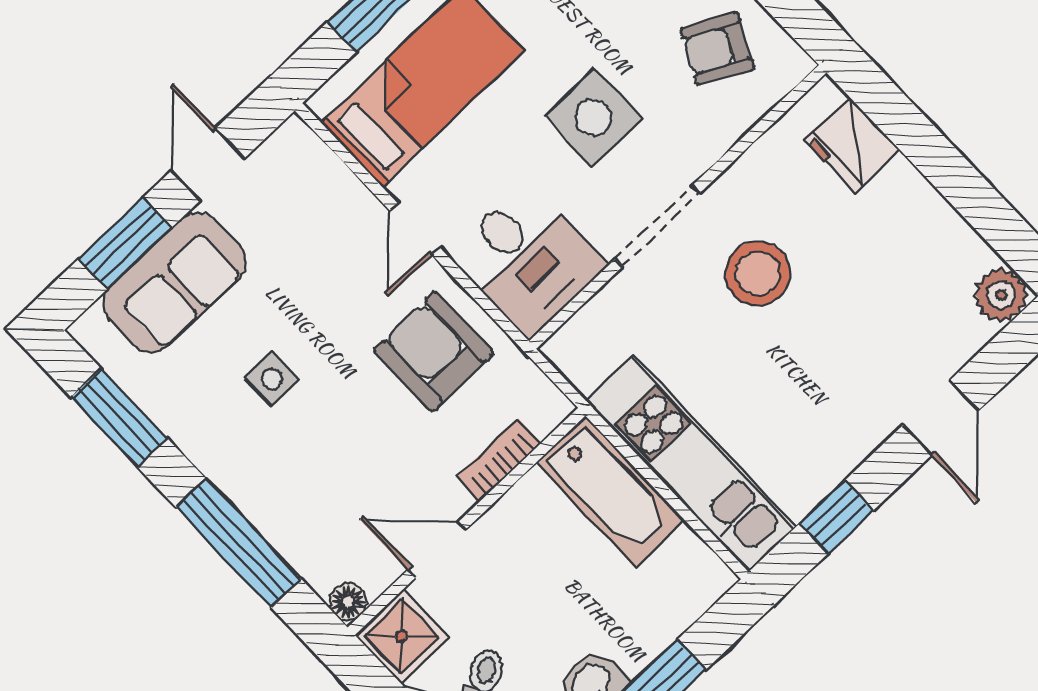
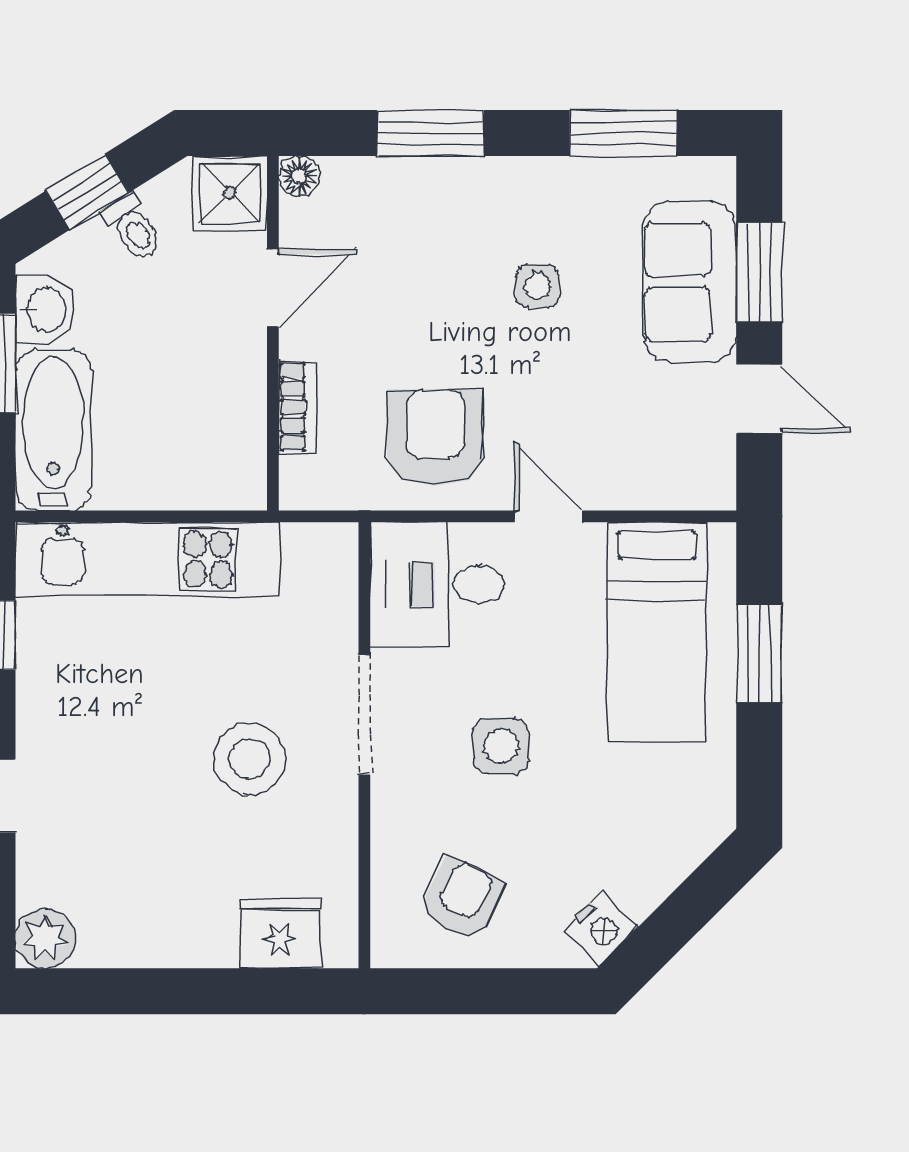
side table: (593, 117) -> (501, 746), width x0.73, depth x0.73
armchair: (434, 351) -> (435, 438), turned -90
bathtub: (611, 491) -> (53, 430), moved, turned 90
window: (238, 543) -> (431, 133), width x0.69

